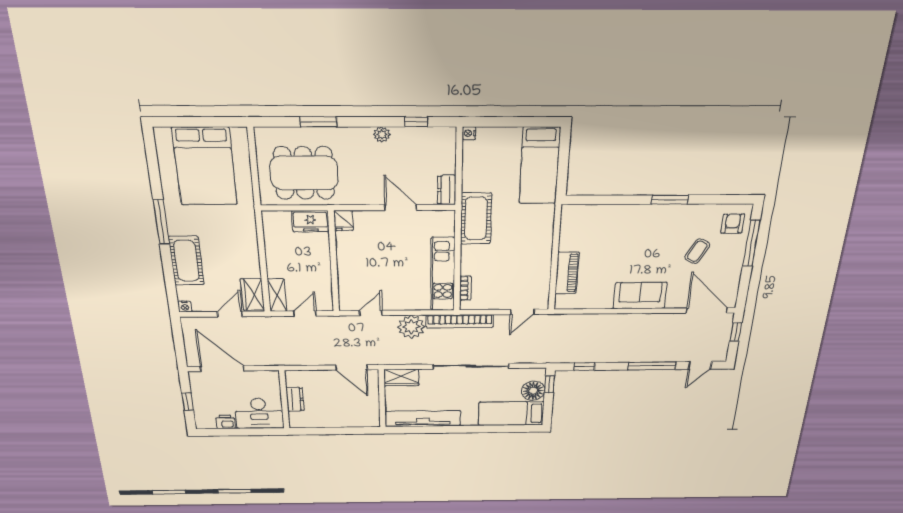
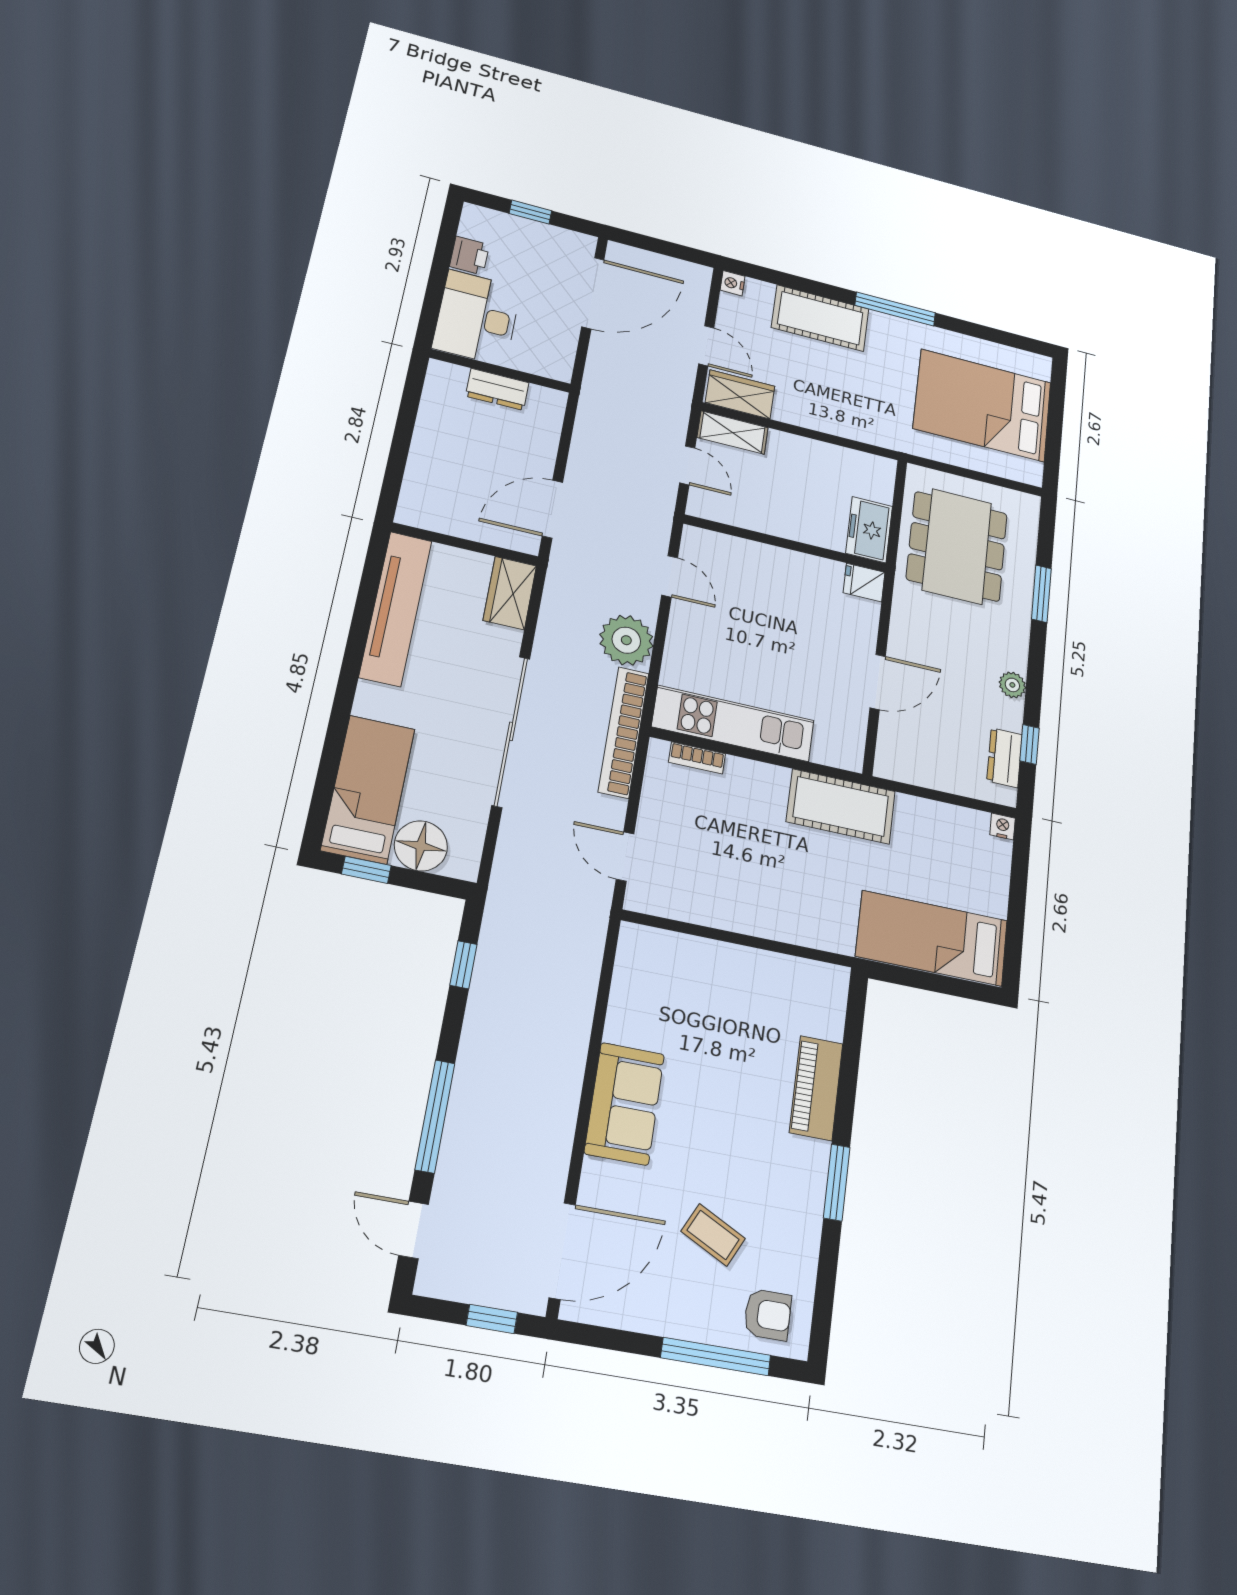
dresser: (447, 190) -> (1004, 758), moved, turned -90
piano: (567, 273) -> (816, 1088), moved, turned 90
window: (549, 384) -> (366, 870), moved

